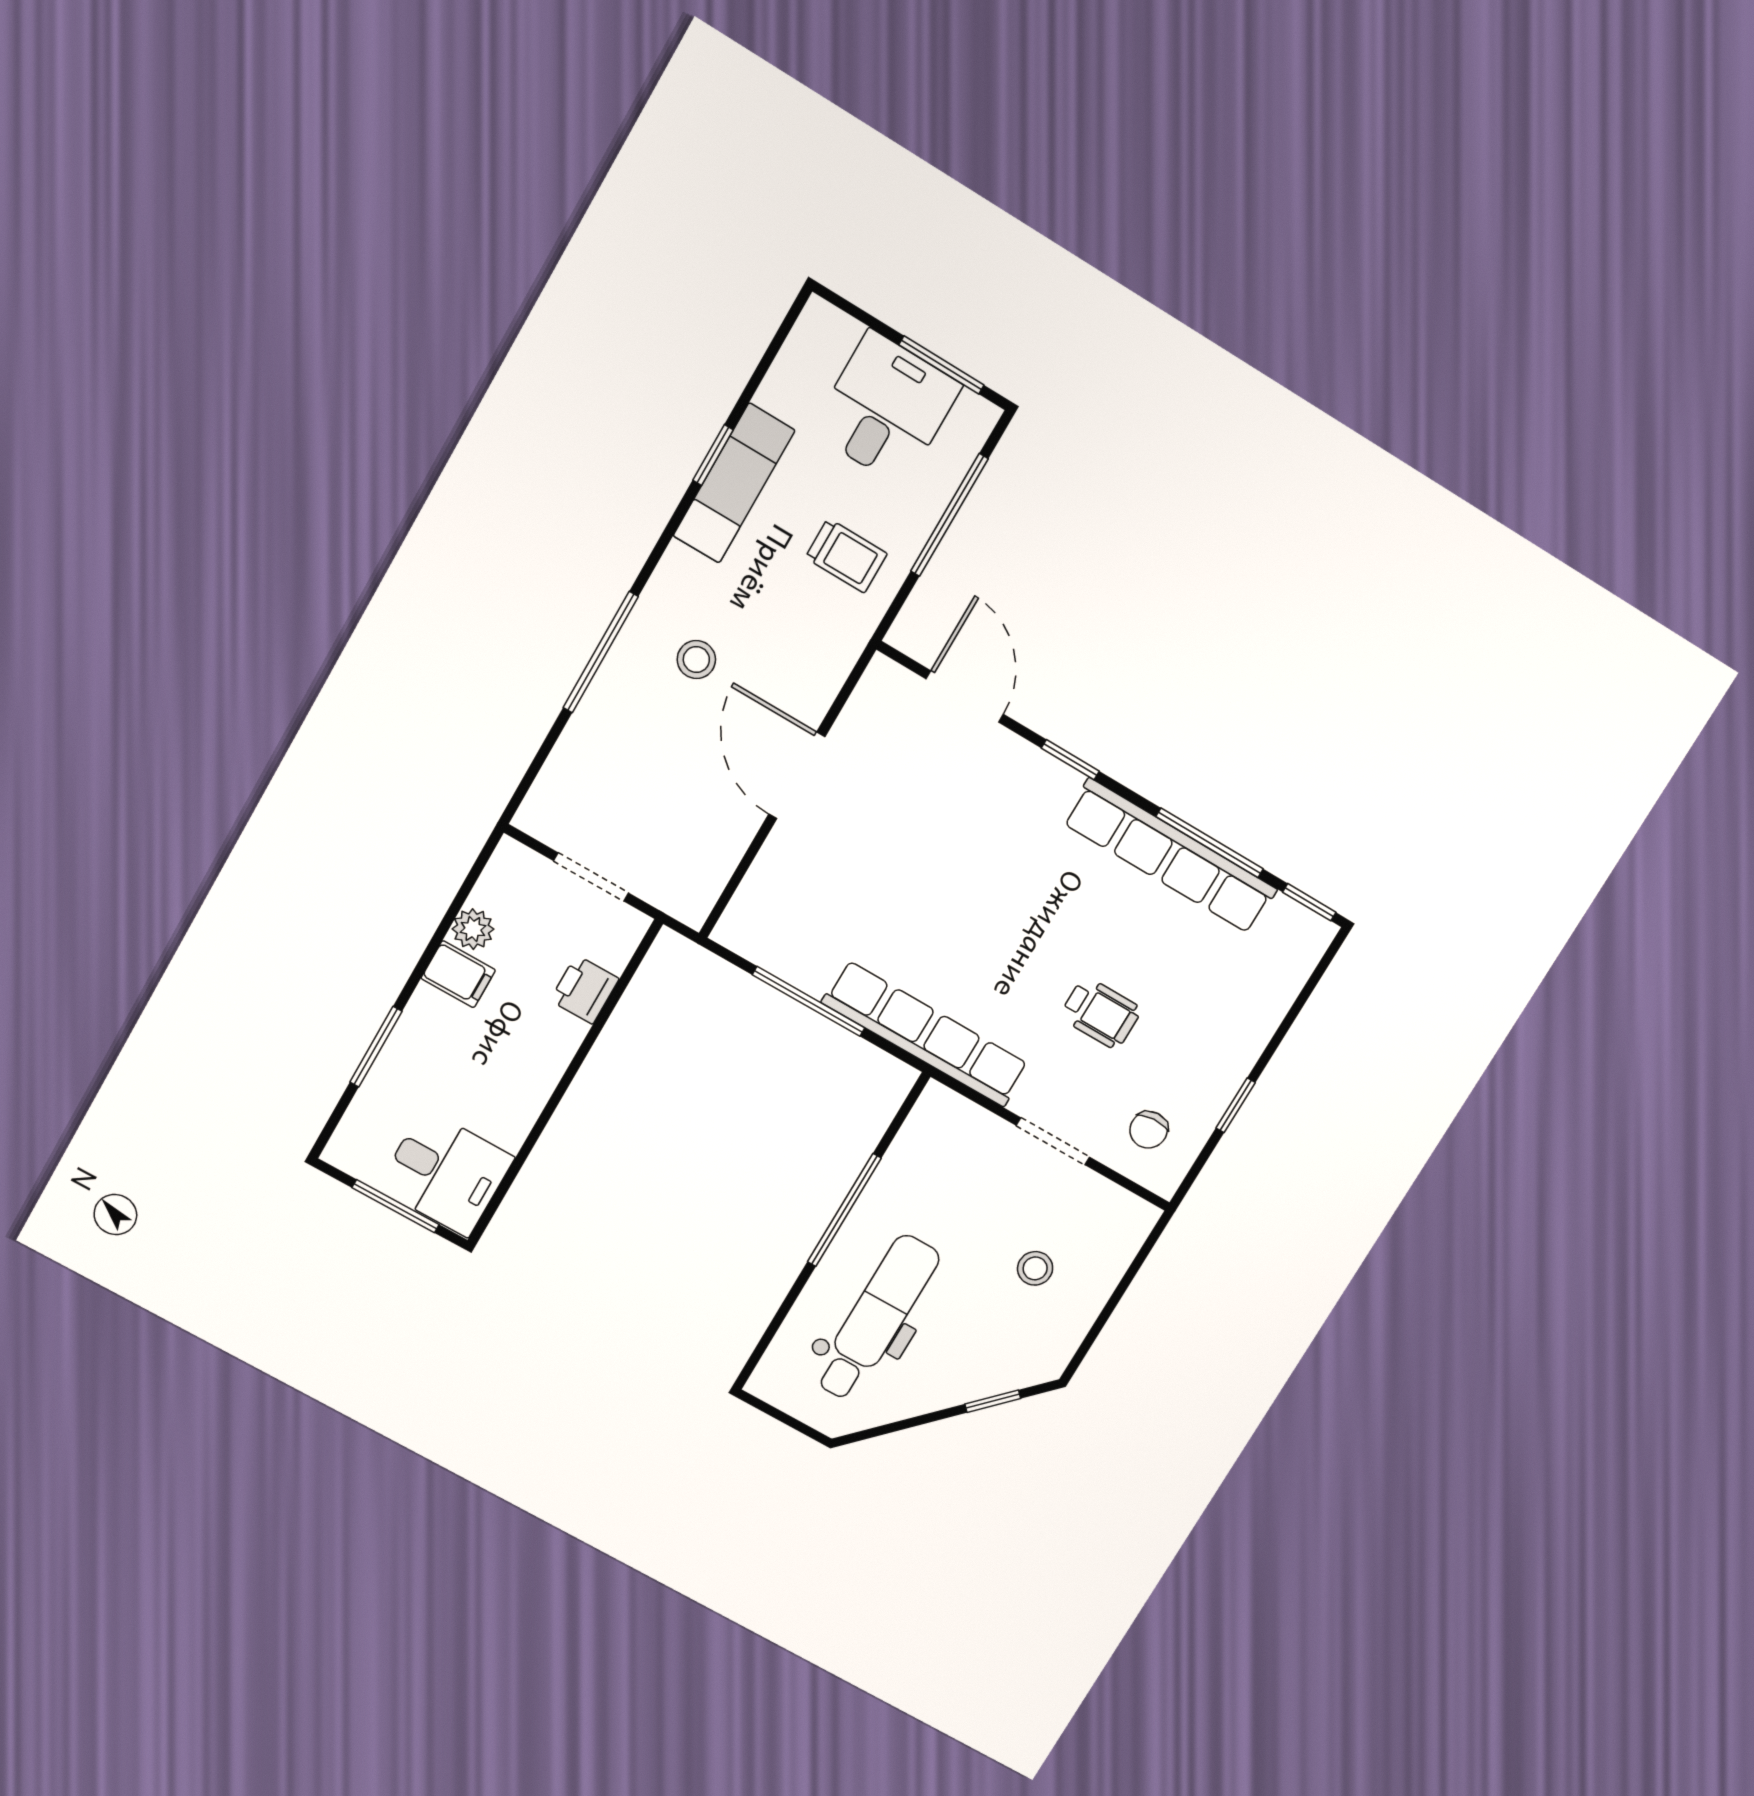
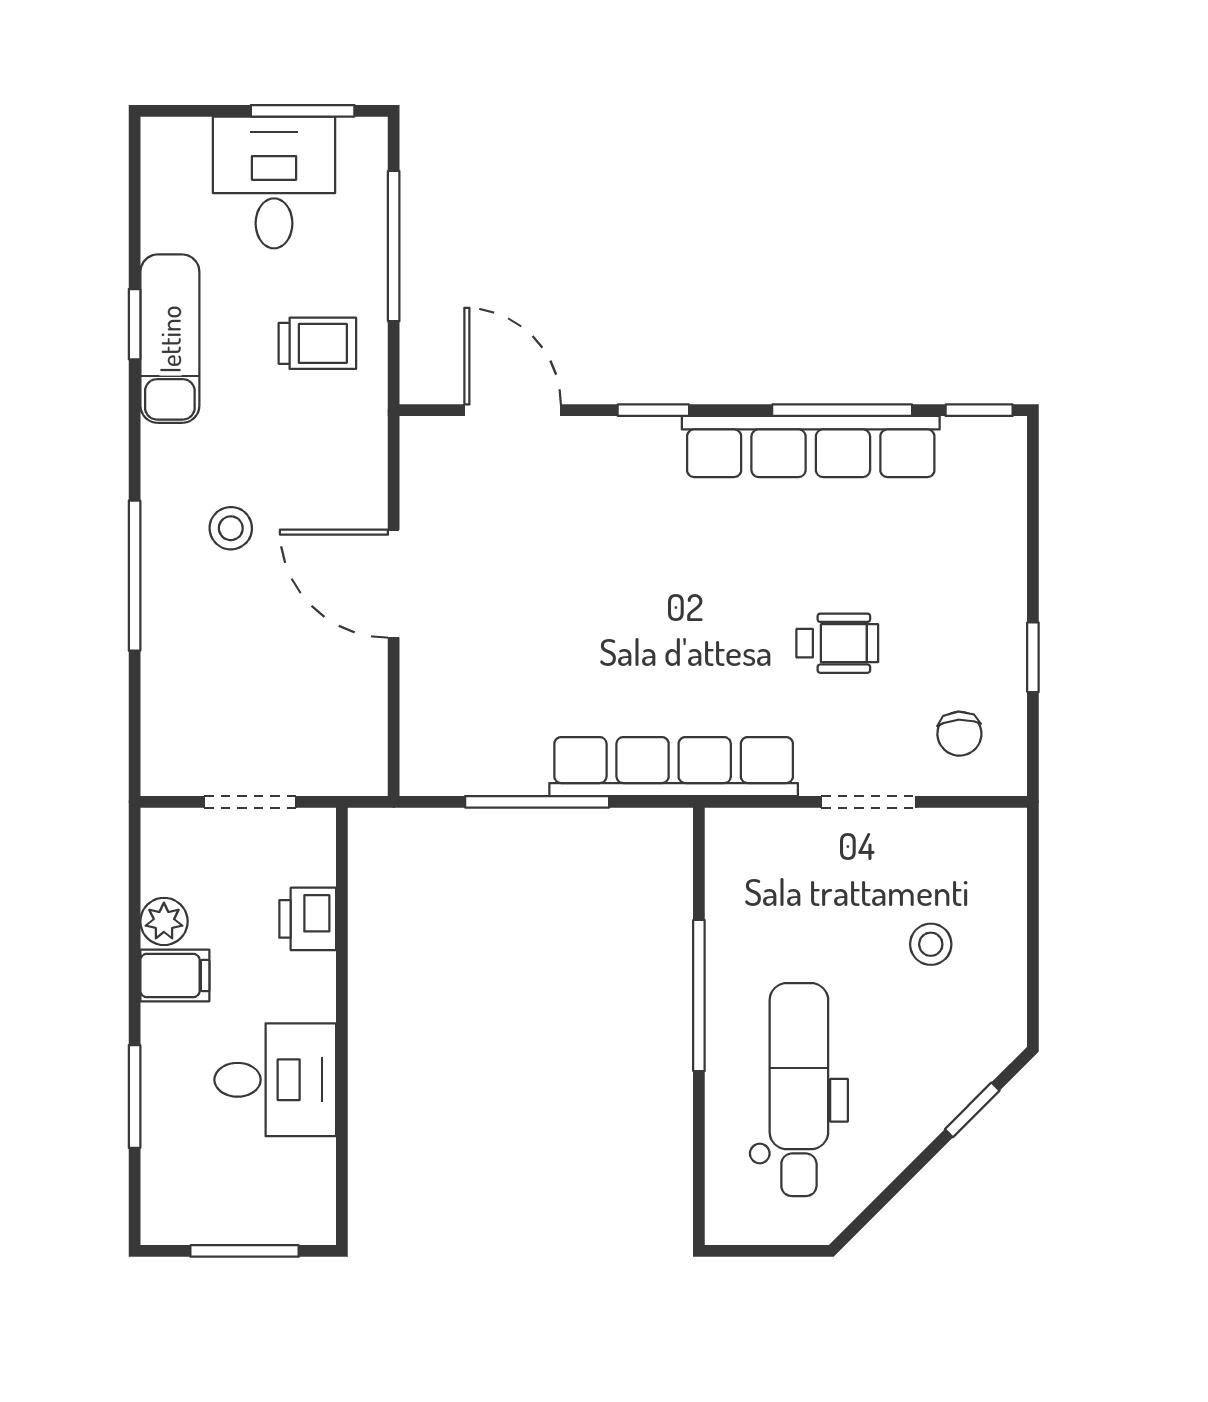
desk: (446, 1173) -> (275, 1080), moved

